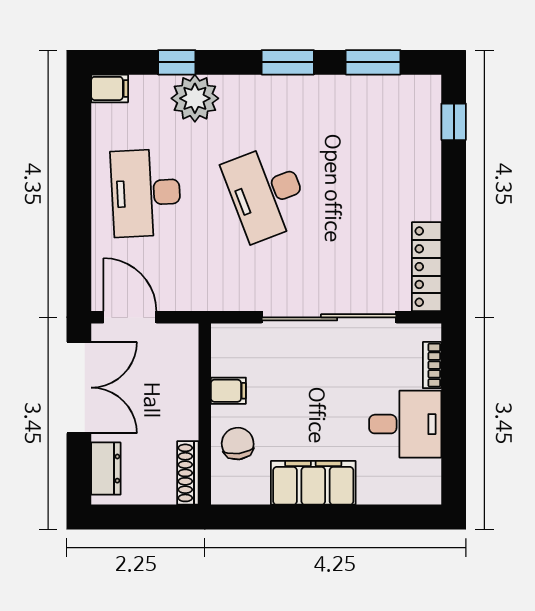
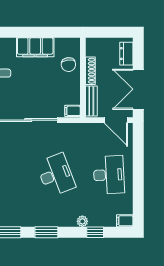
plant: (195, 98) -> (82, 221), width x0.53, depth x0.53
bench: (185, 361) -> (91, 101), added
filing cabinet: (228, 391) -> (72, 111), moved
shoe rack: (188, 473) -> (90, 71), moved

